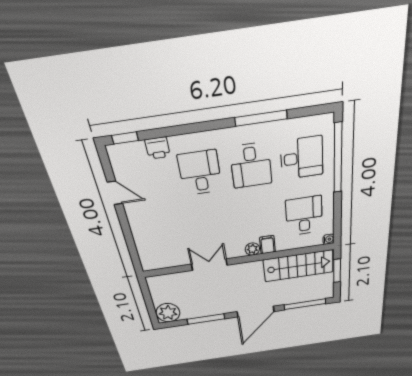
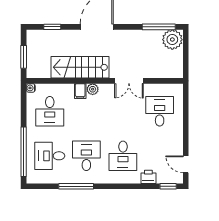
door: (115, 193) -> (186, 164), moved
desk: (163, 237) -> (160, 111), added
stairs: (298, 266) -> (80, 67), moved
window: (305, 304) -> (52, 27), width x0.46
window: (206, 319) -> (159, 27), moved

